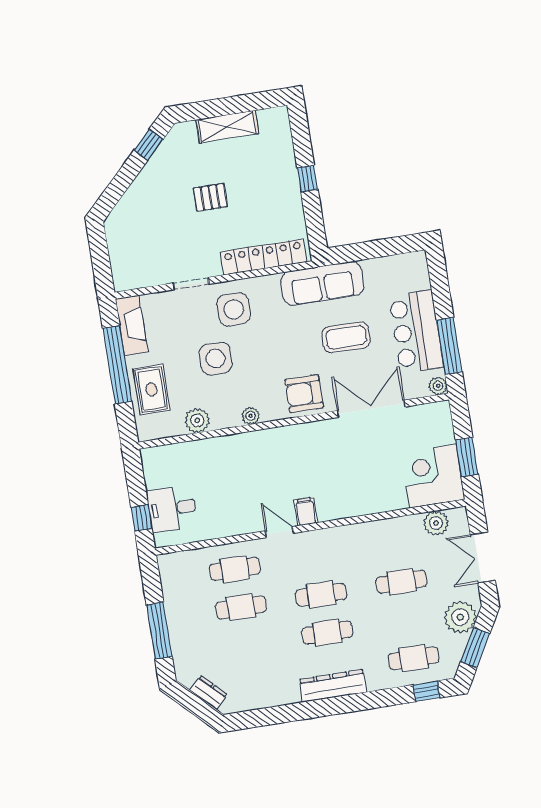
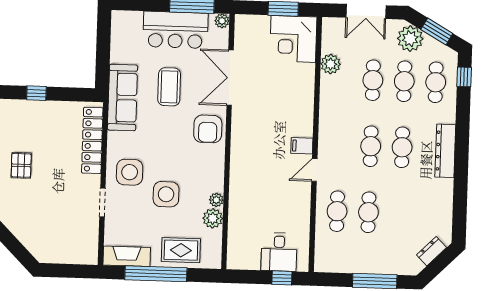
pallet: (210, 197) -> (21, 165), moved
plant: (251, 416) -> (216, 200), moved
plant: (436, 523) -> (331, 64), moved
cafe table: (407, 620) -> (404, 81), added

